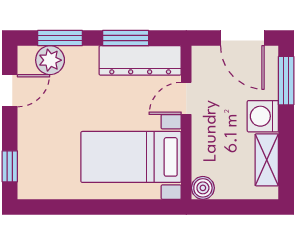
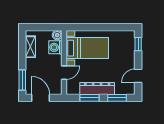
plant: (50, 60) -> (121, 89), removed
dresser: (140, 60) -> (97, 89), moved
washing machine: (263, 116) -> (55, 47), moved, turned 180

